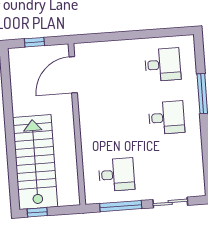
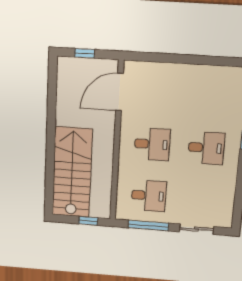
desk: (163, 65) -> (152, 144), moved
window: (37, 212) -> (88, 221), moved

